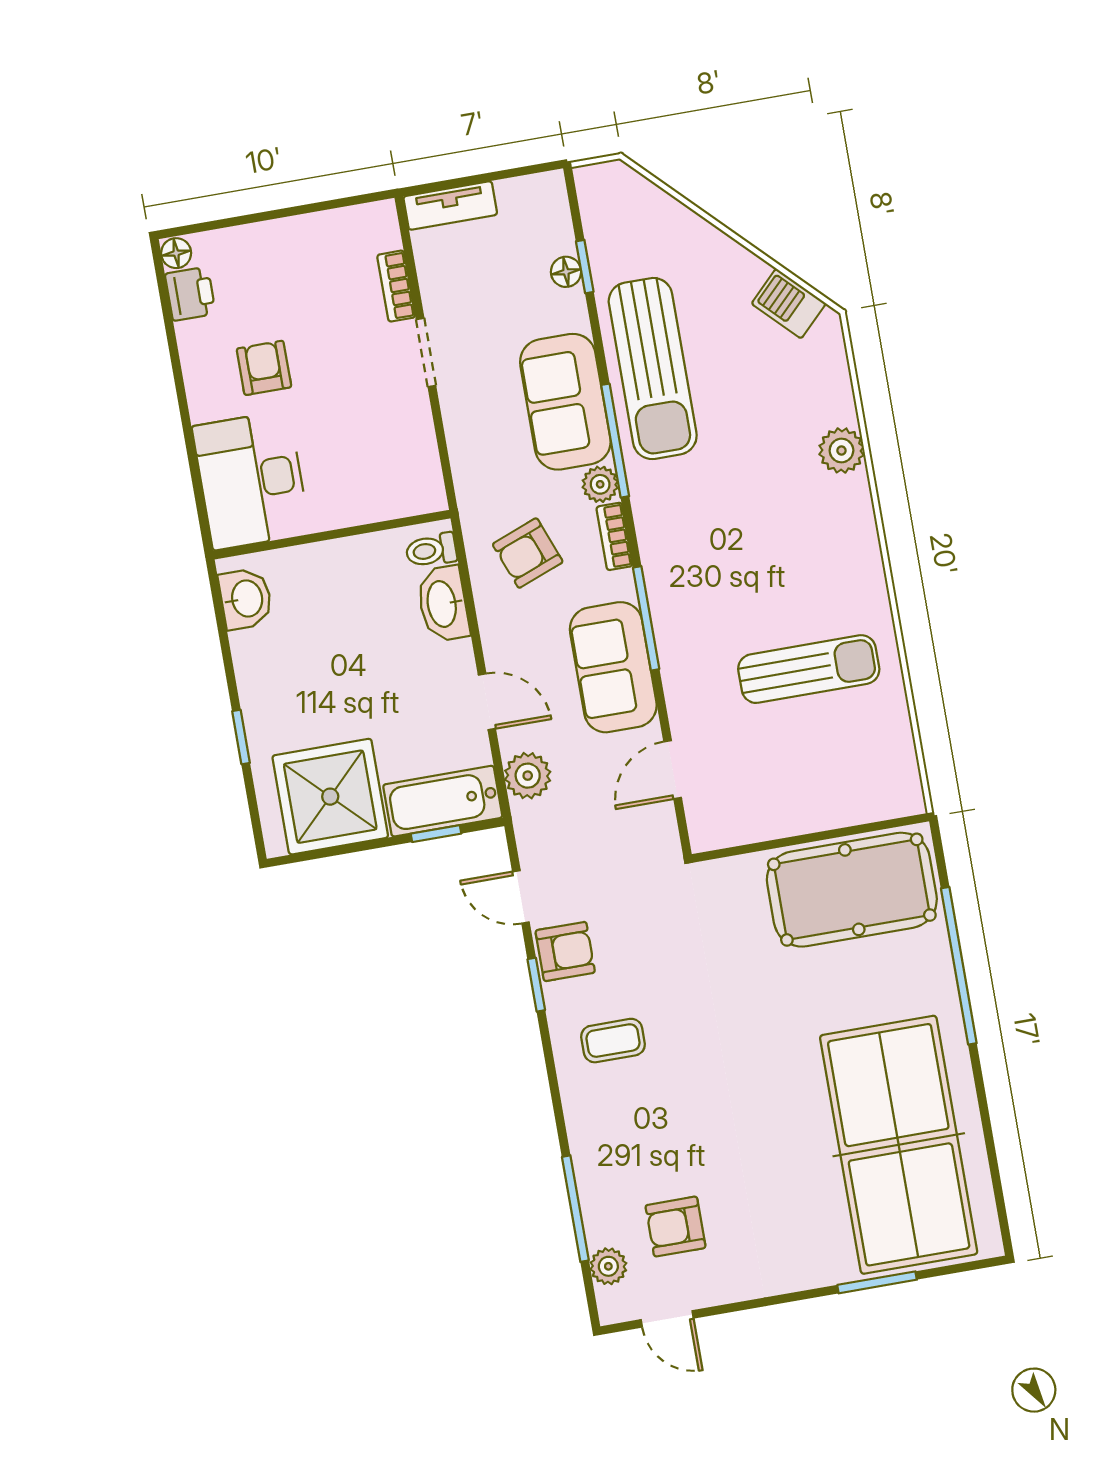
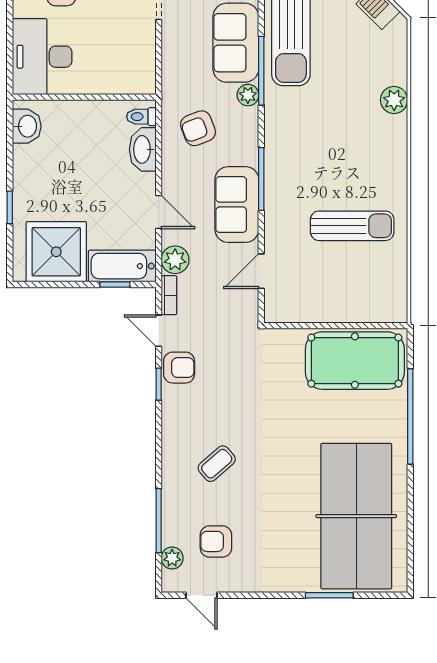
bookcase: (614, 536) -> (169, 295), moved, turned 180
coffee table: (613, 1041) -> (217, 464), moved, turned -41

